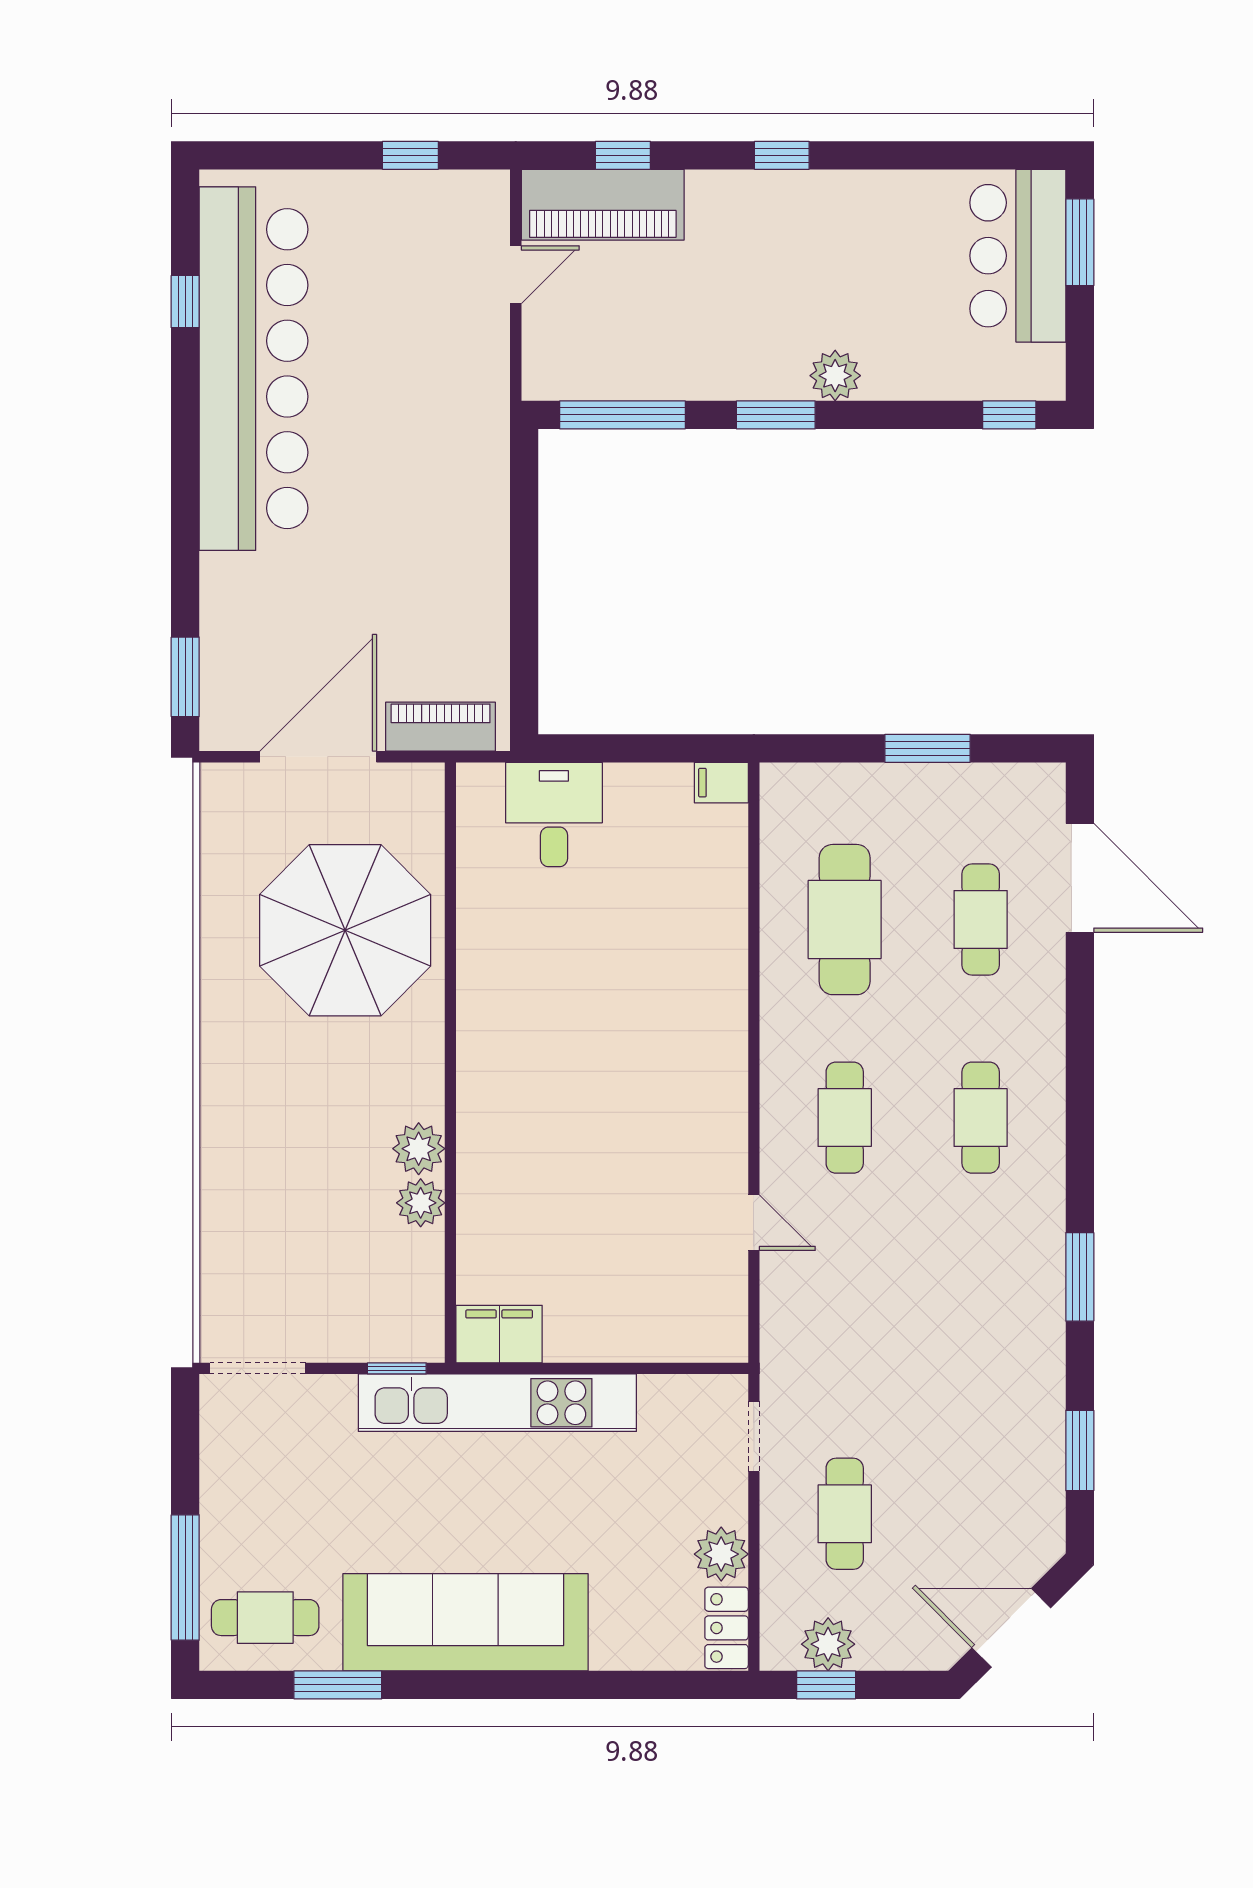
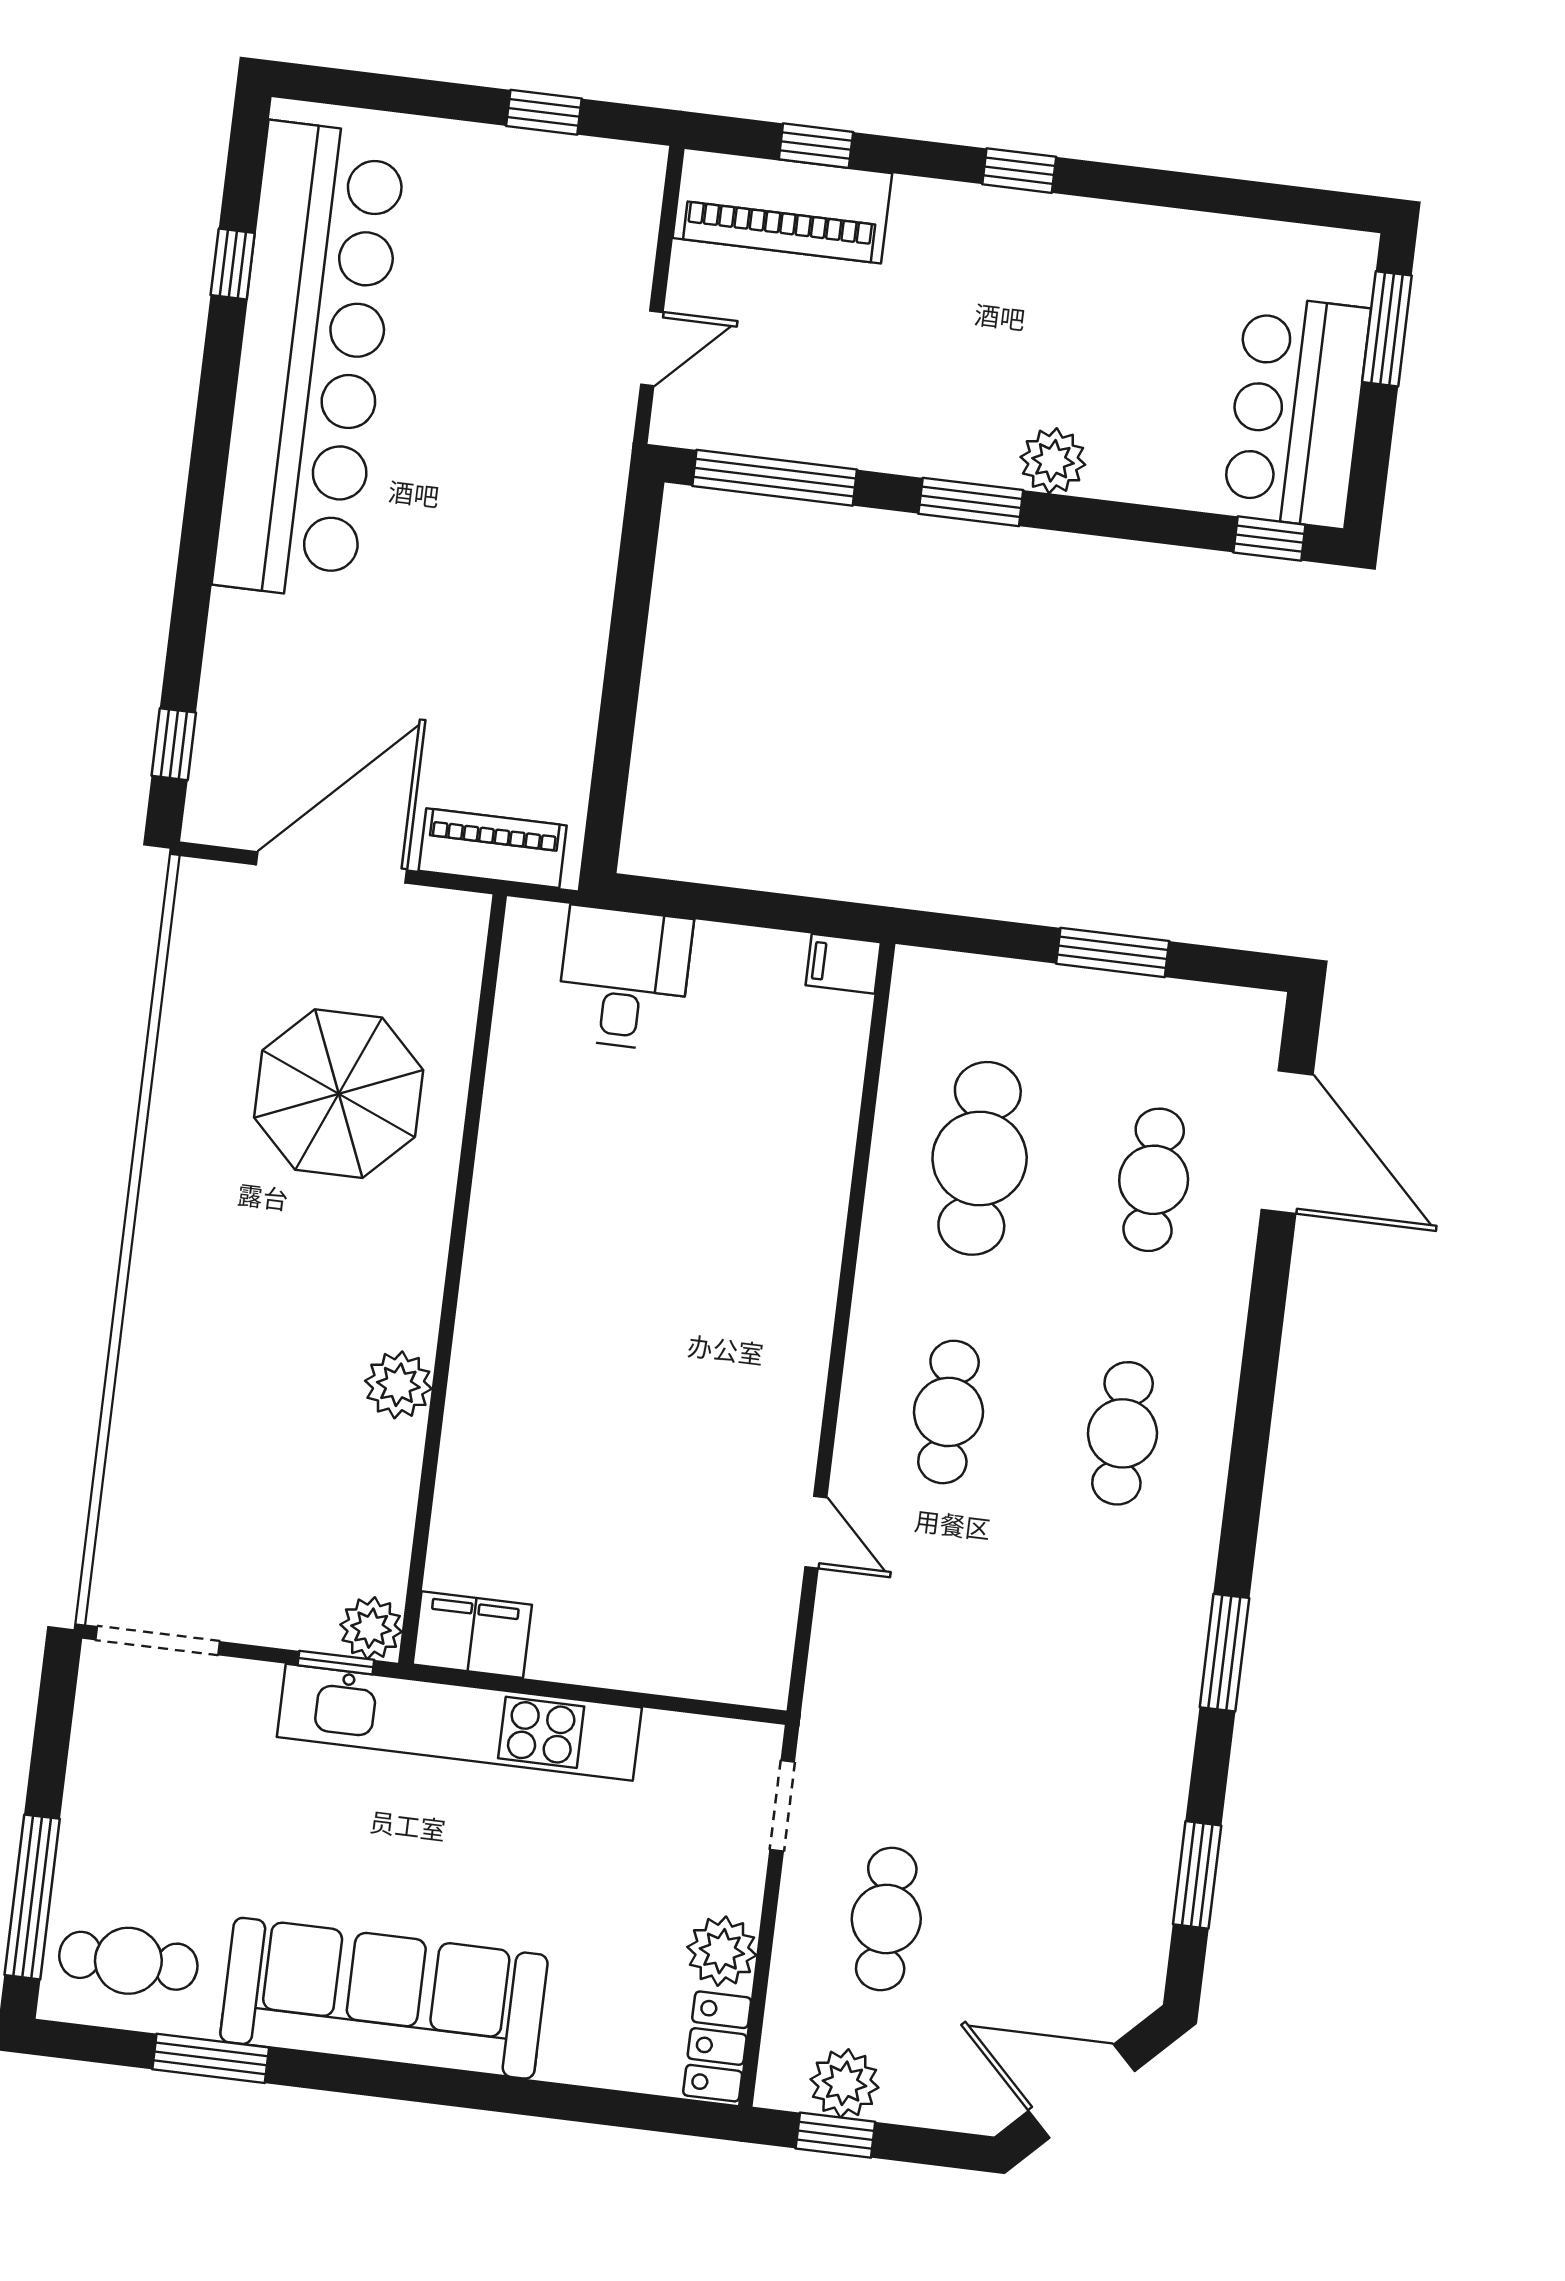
bar counter: (1018, 256) -> (1296, 411), moved
door: (516, 275) -> (652, 348), moved
window: (185, 677) -> (174, 744), width x0.67
parasol: (345, 930) -> (339, 1094), width x0.73, depth x0.73
plant: (421, 1203) -> (371, 1628), moved

